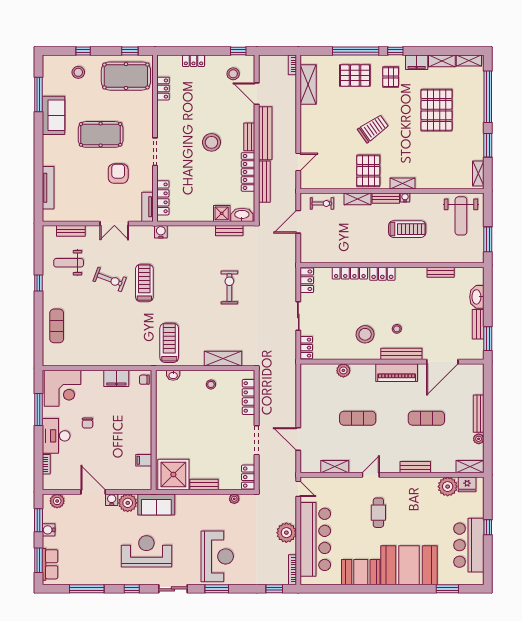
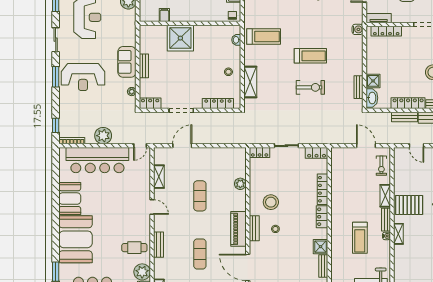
bench: (264, 182) -> (405, 117), width x0.73
shower: (418, 276) -> (320, 247), added
treadmill: (144, 283) -> (310, 56), moved
bench: (401, 354) -> (254, 228), width x0.73
shower: (173, 474) -> (180, 38), moved
sofa: (156, 504) -> (127, 62), moved
cafe table: (378, 513) -> (134, 248), moved

